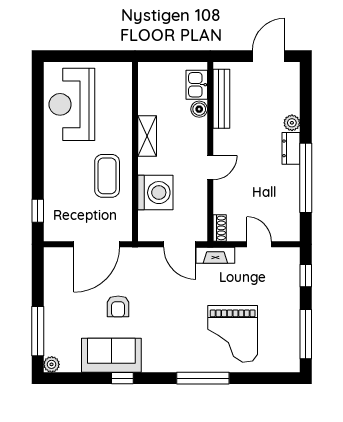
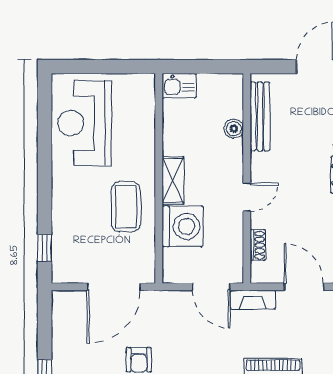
kitchen sink: (197, 85) -> (179, 86), moved, turned -90
shelving: (147, 136) -> (173, 180), moved
shoe rack: (220, 228) -> (258, 245), moved
door: (259, 244) -> (304, 287), width x1.38

